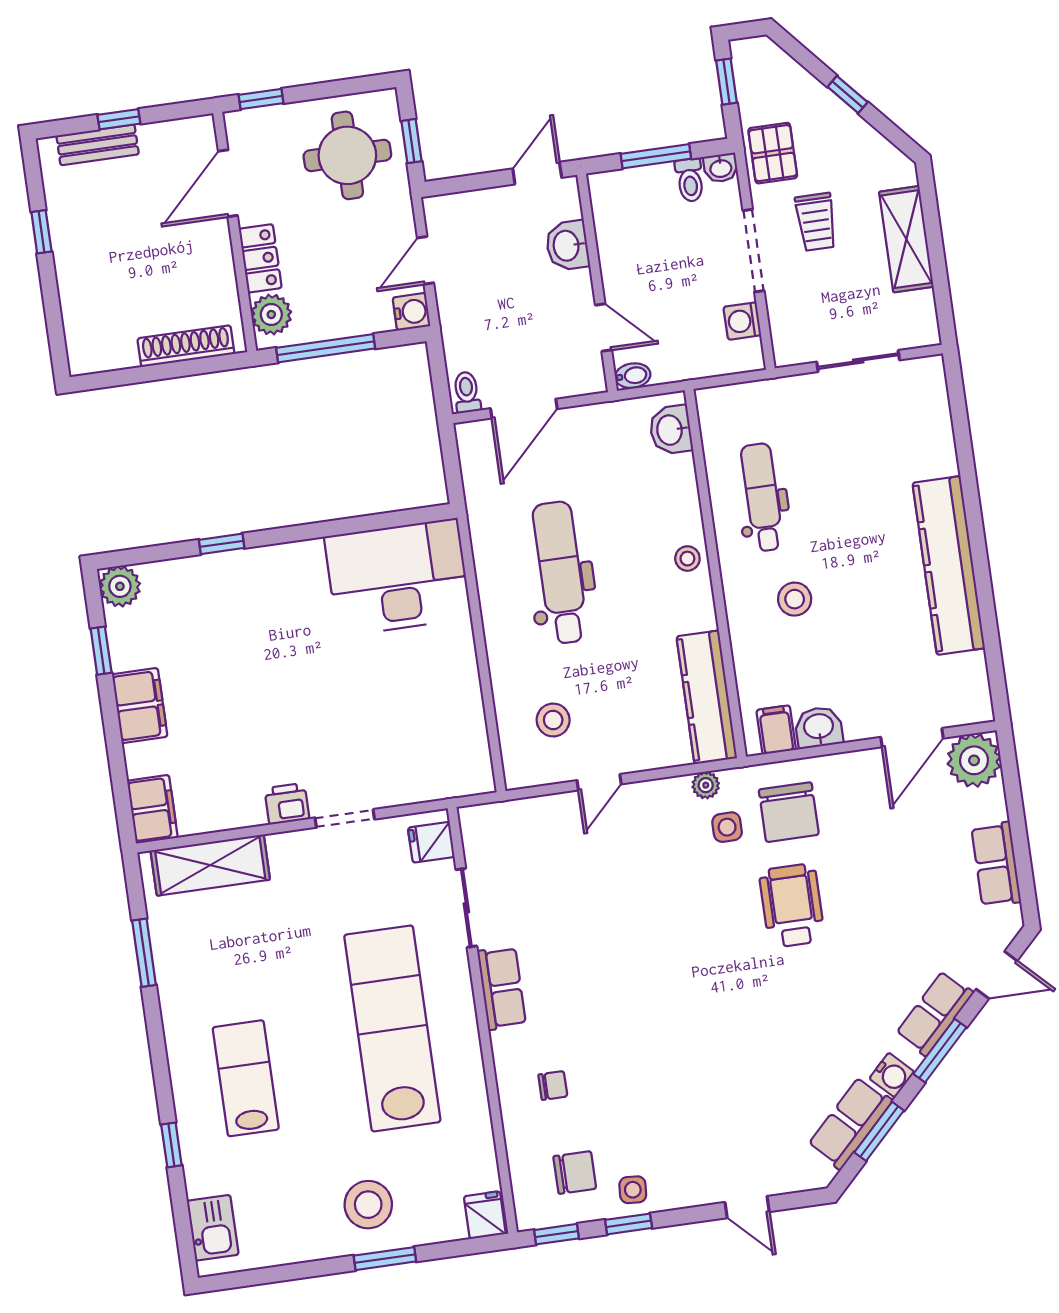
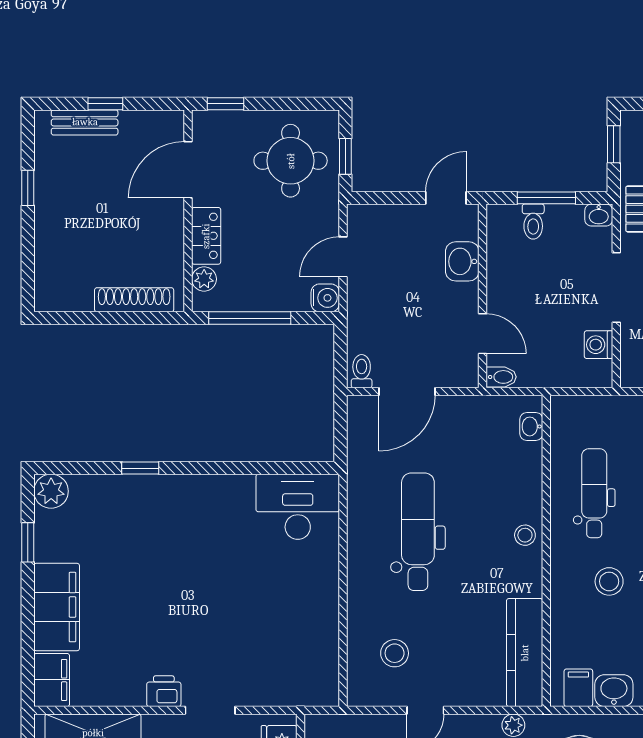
toilet: (690, 180) -> (533, 222), moved
plant: (271, 315) -> (204, 279), width x0.73, depth x0.73
washbasin: (671, 430) -> (531, 426), width x0.72, depth x0.69
desk: (398, 577) -> (298, 507), width x0.73, depth x0.77
filing cabinet: (140, 706) -> (57, 607), width x1.50, depth x1.17

